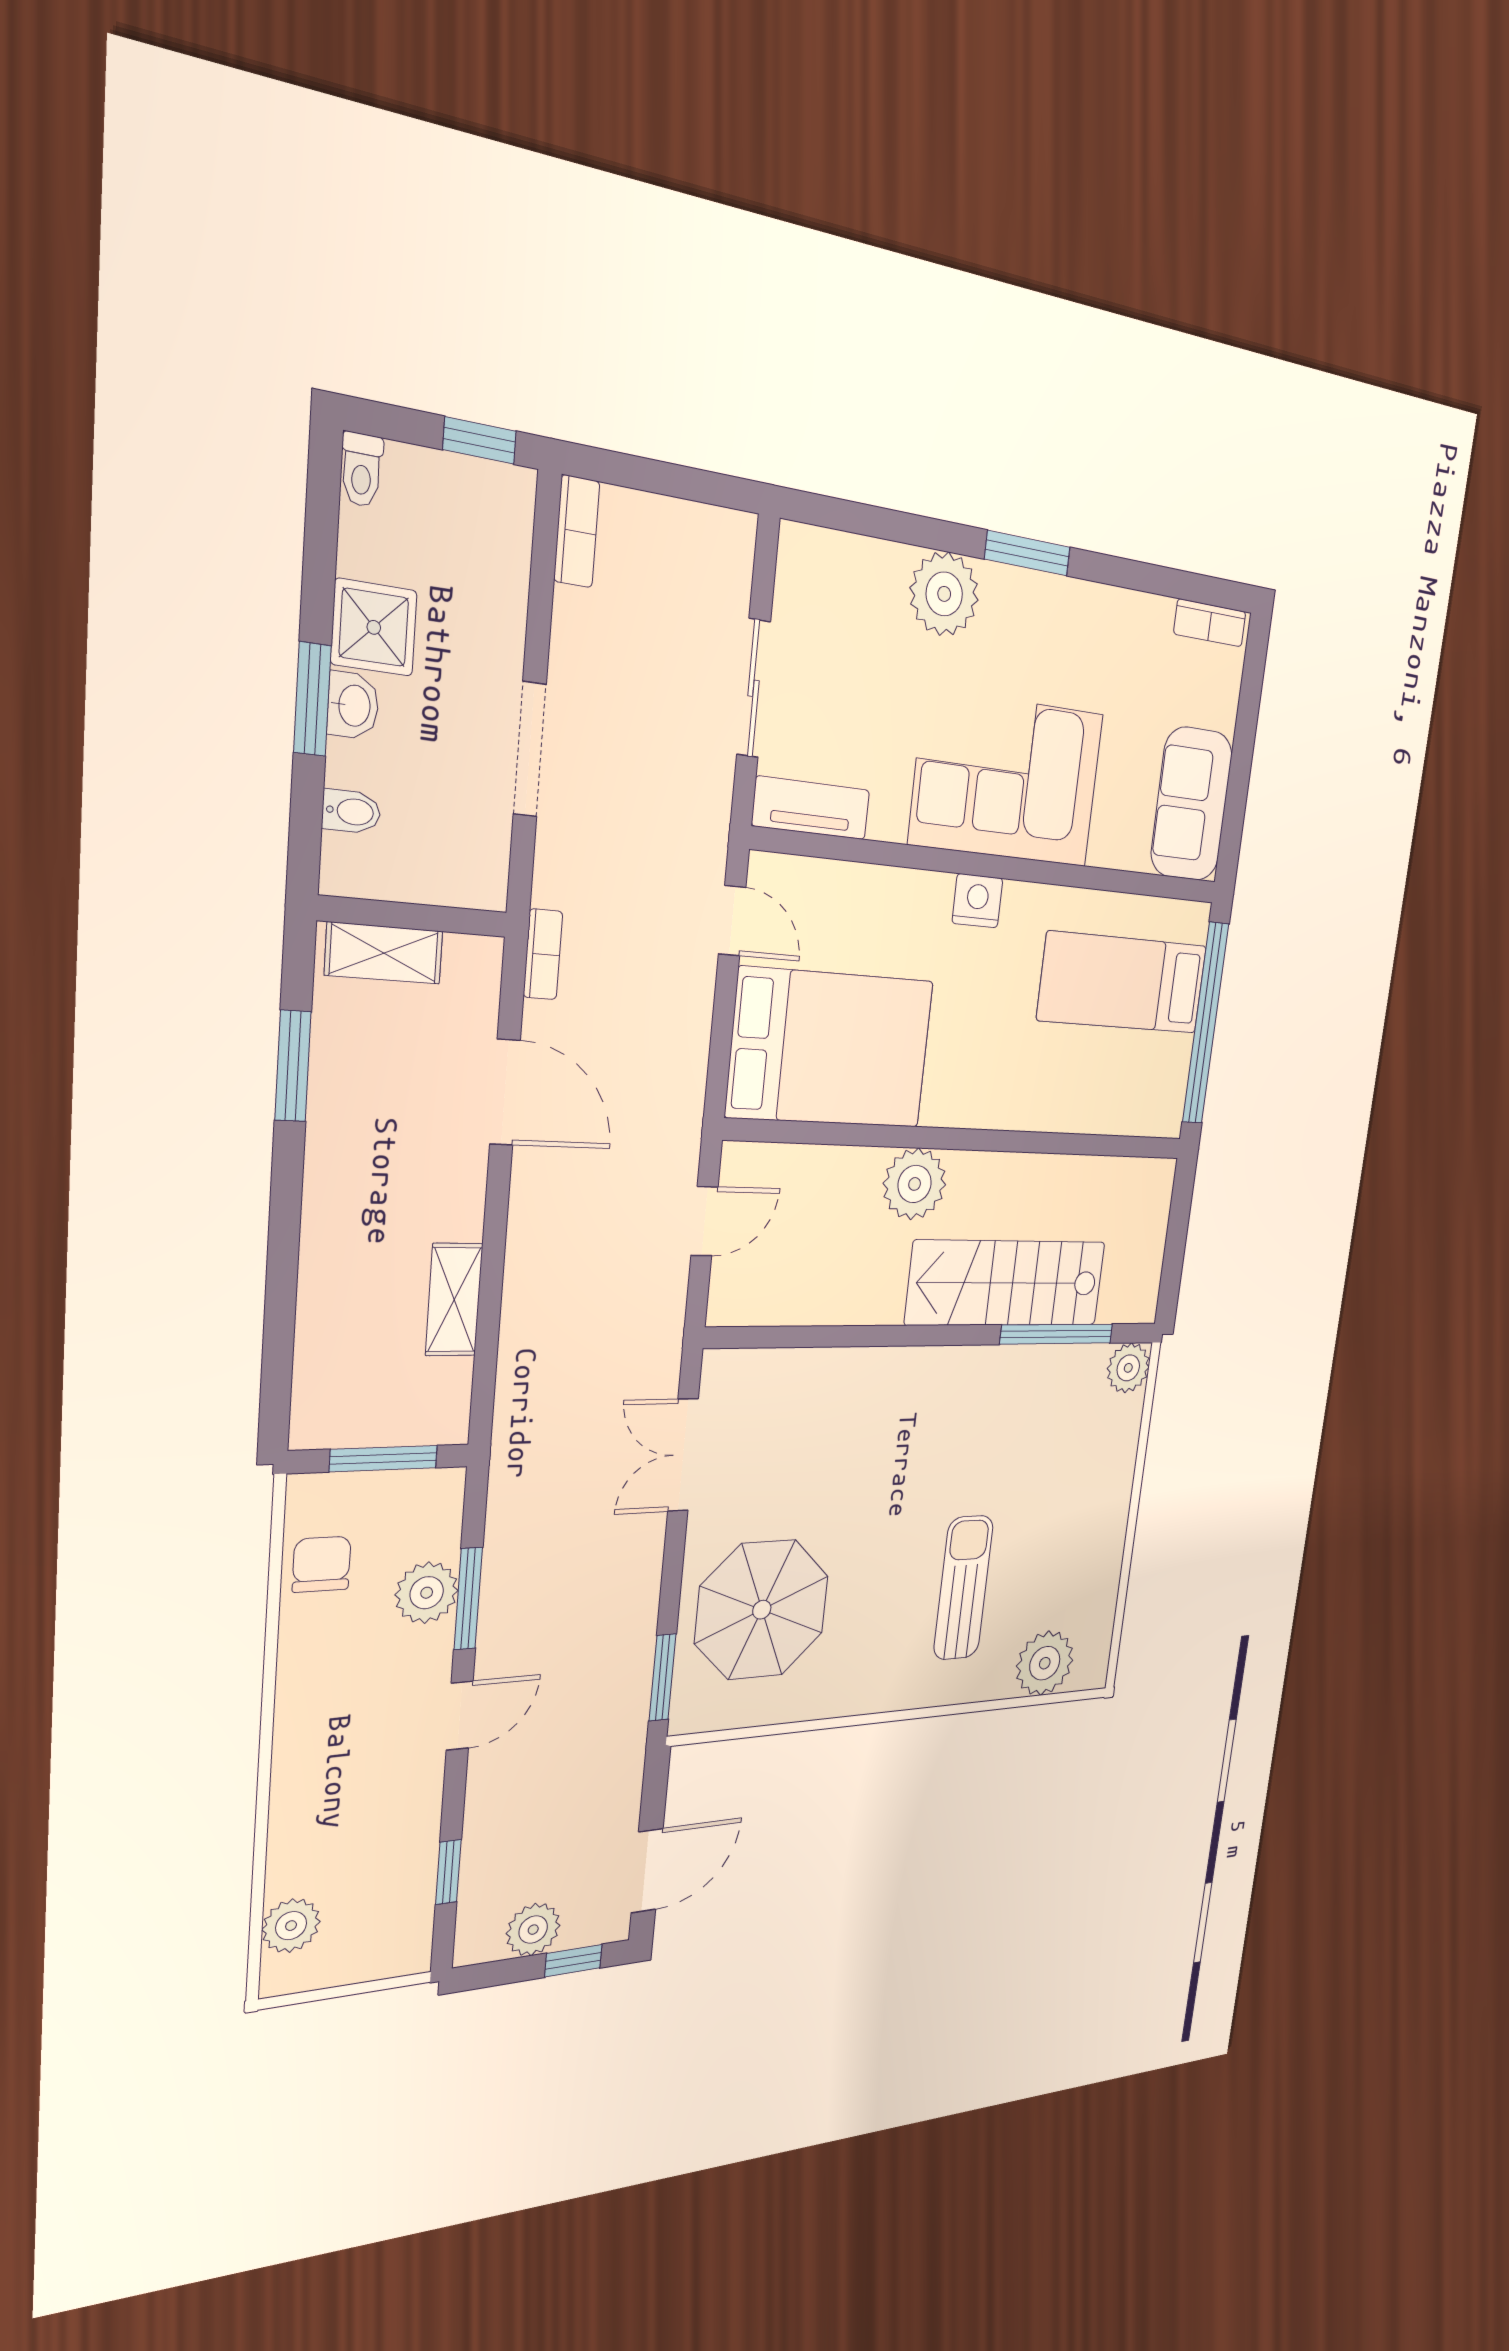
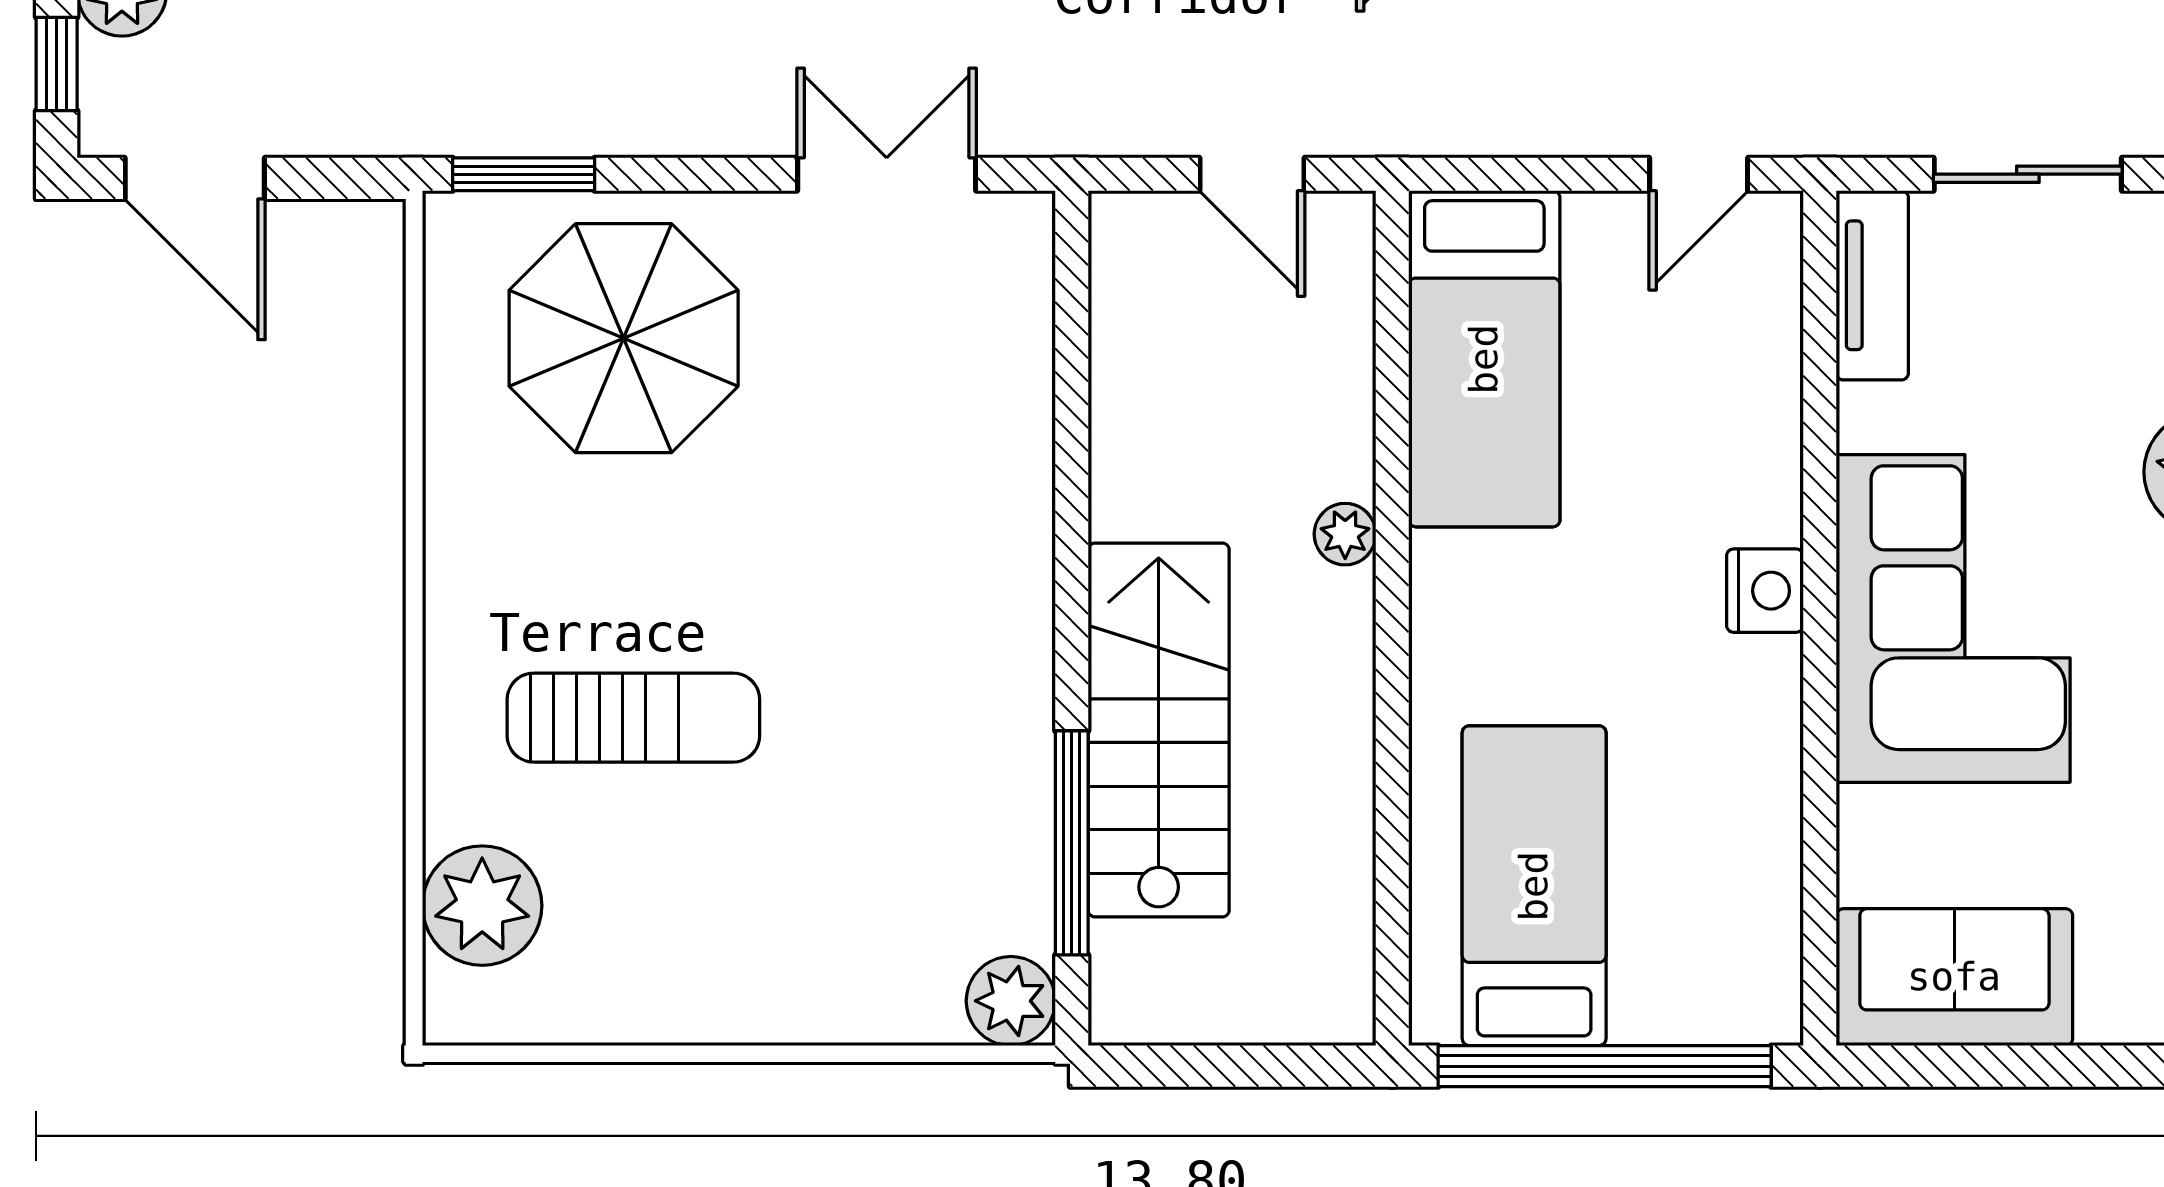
bed: (1123, 983) -> (1534, 886), moved
bed: (830, 1049) -> (1484, 359), width x0.67
plant: (915, 1184) -> (1345, 534), width x0.53, depth x0.53

